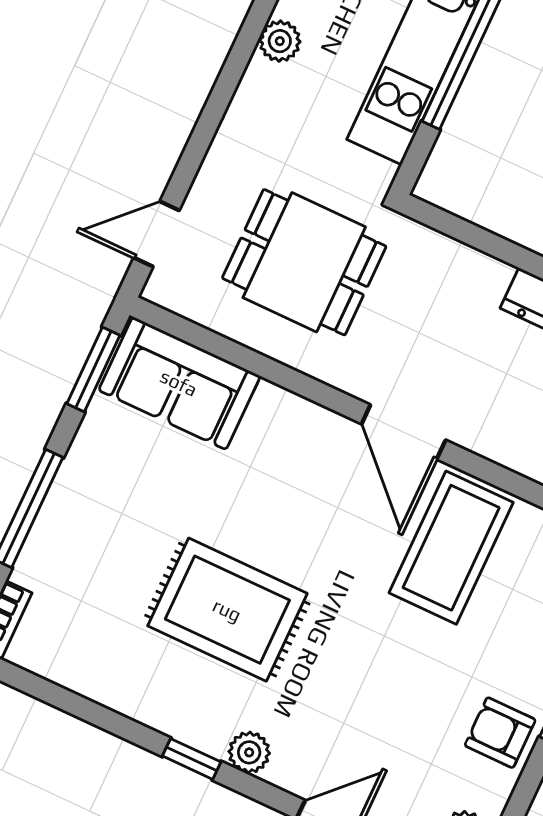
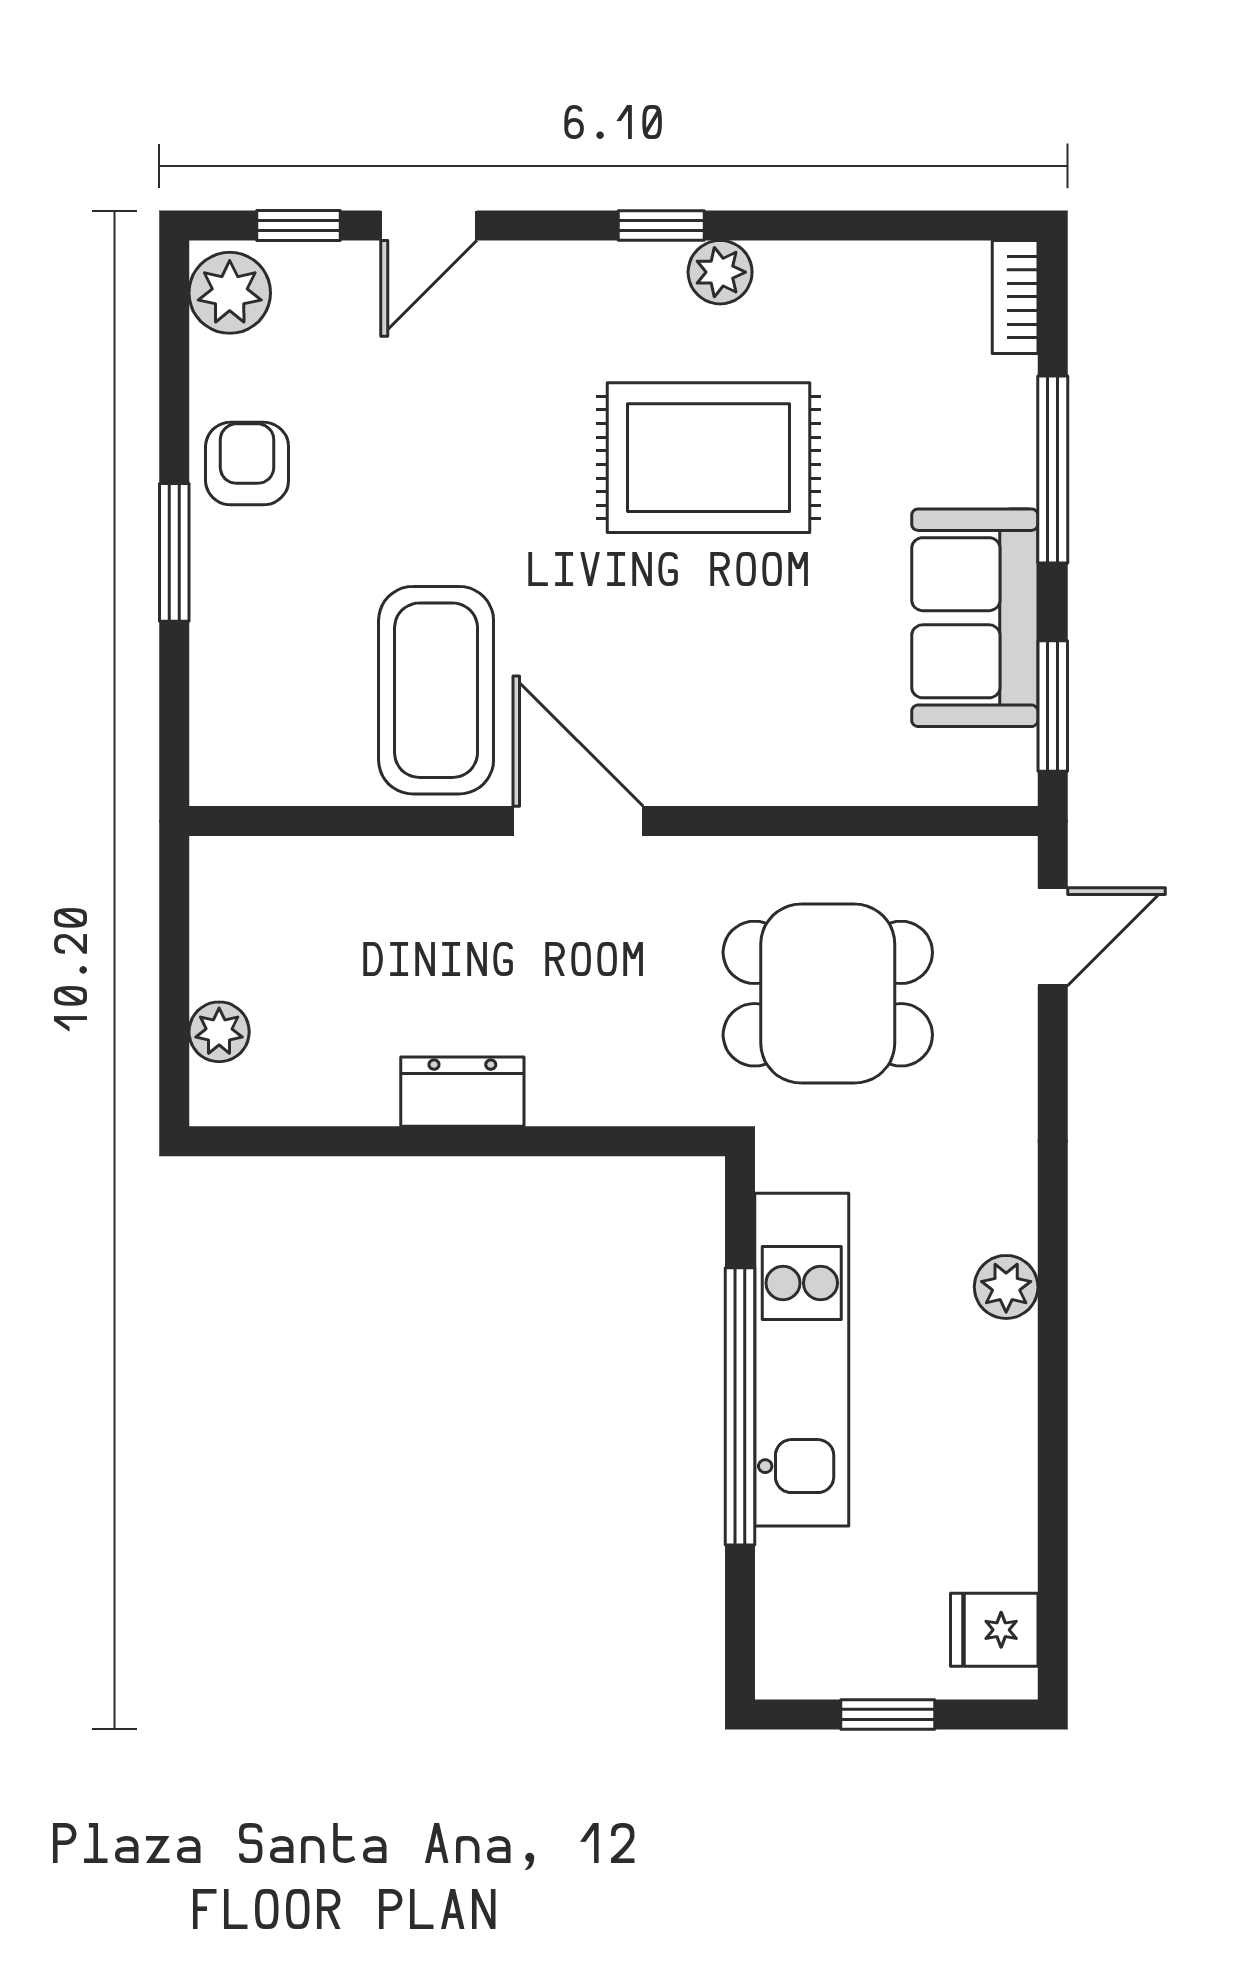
sofa: (179, 383) -> (975, 618), moved, turned -90
armchair: (500, 733) -> (247, 464), turned -90
plant: (249, 752) -> (720, 272), moved

